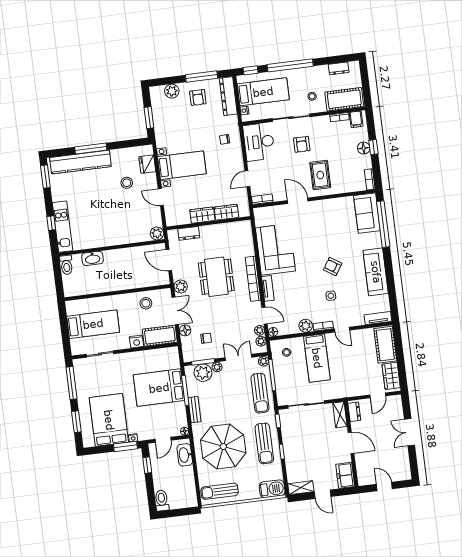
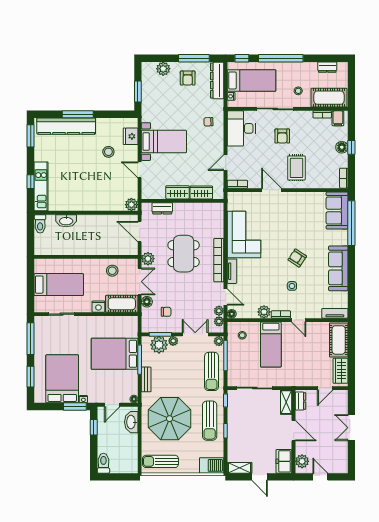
plant: (364, 473) -> (302, 461), added

